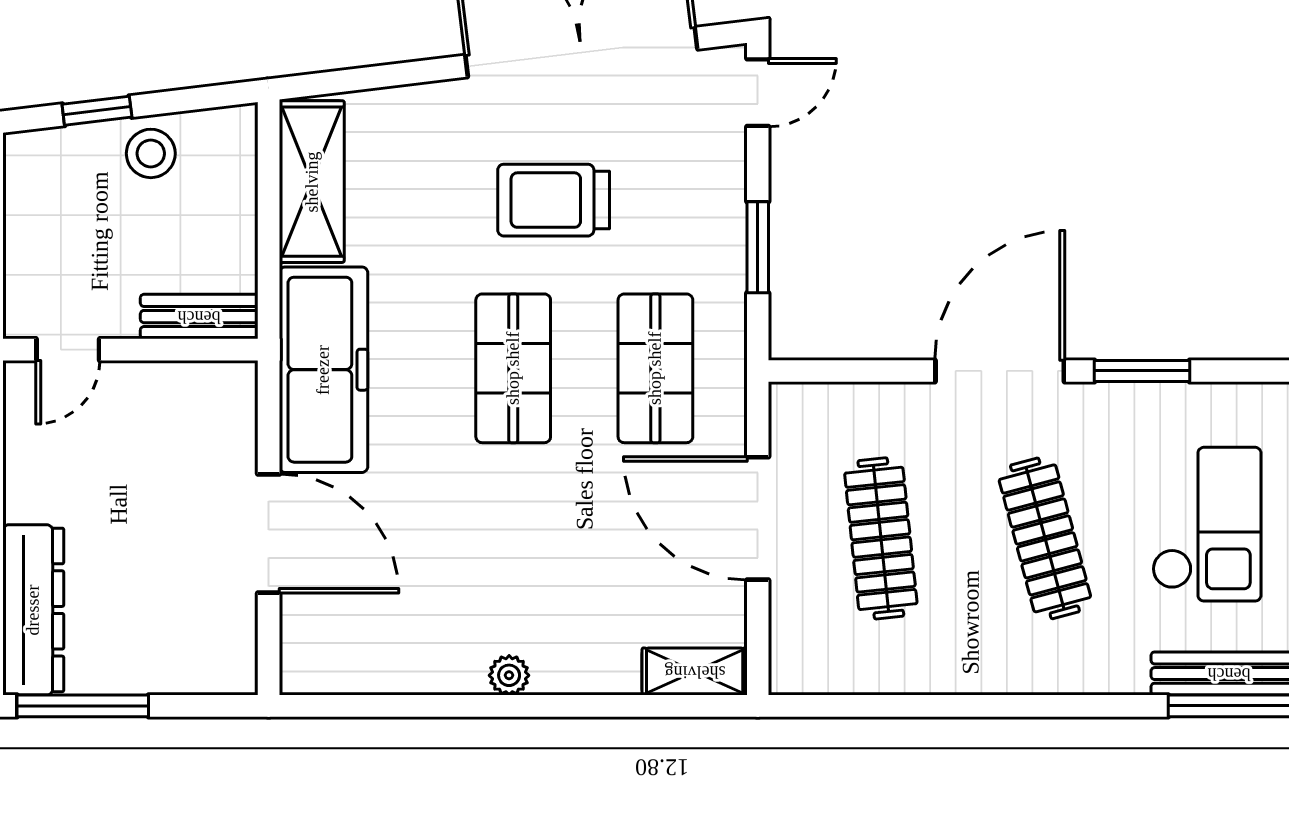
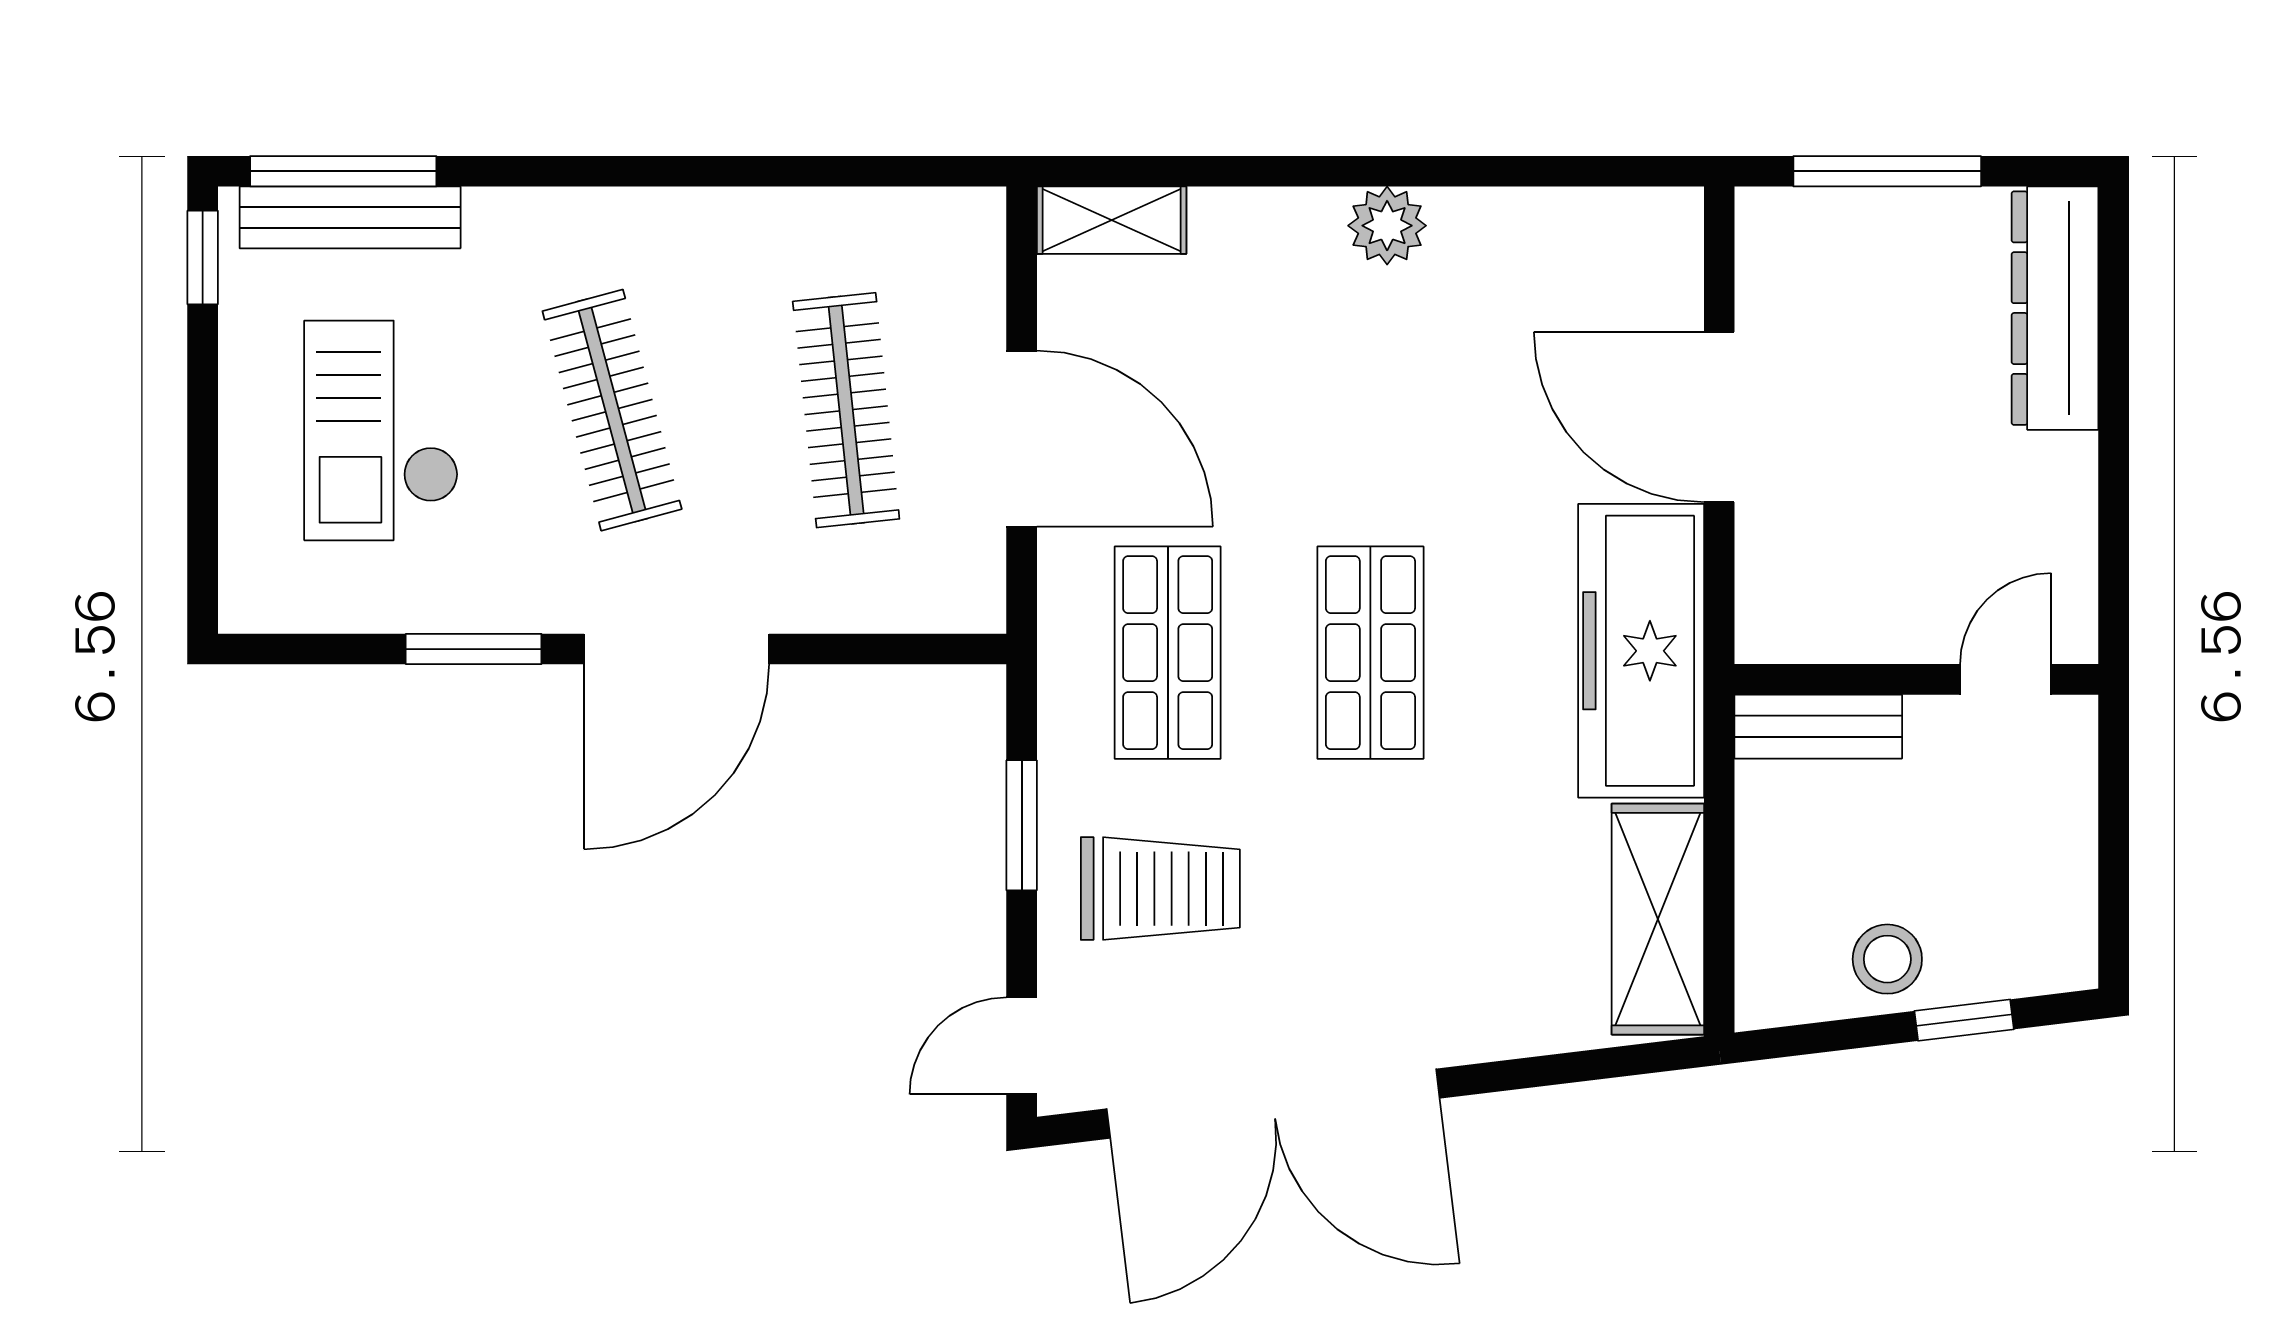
trolley: (554, 200) -> (1160, 889), moved
plant: (509, 675) -> (1387, 226), width x1.38, depth x1.38
window: (83, 706) -> (1887, 171), moved

